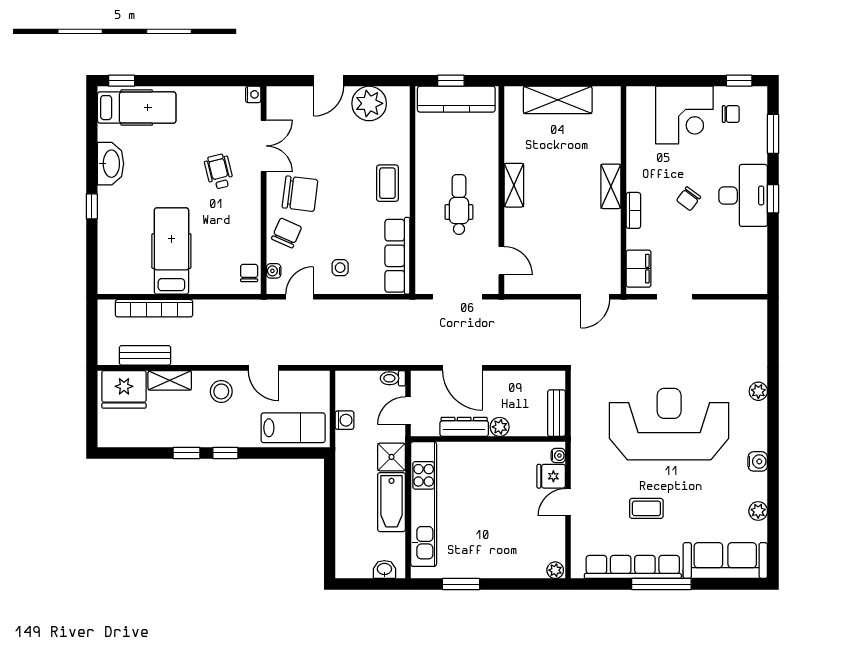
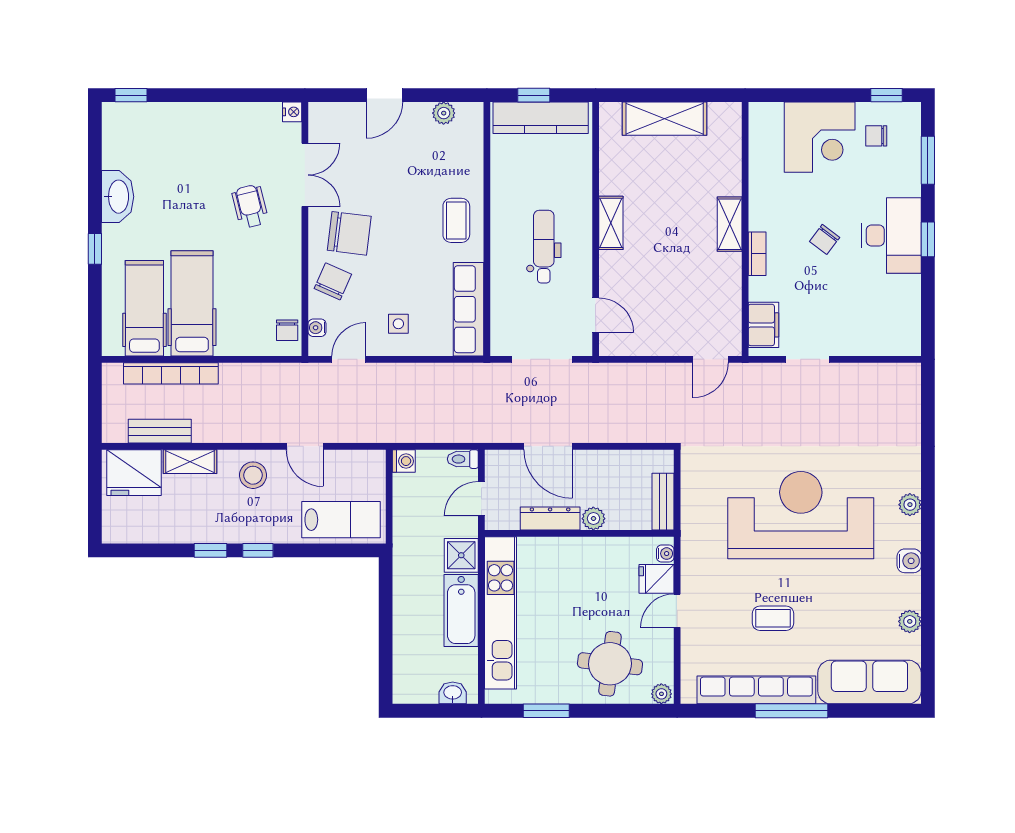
plant: (369, 103) -> (444, 113), width x0.53, depth x0.53
hospital bed: (137, 108) -> (144, 308), moved, turned -90
chair: (731, 114) -> (876, 136), turned 180
chair: (249, 273) -> (287, 330), turned 180
plant: (758, 391) -> (910, 505), moved
washing machine: (344, 420) -> (404, 461), moved
round table: (513, 546) -> (610, 664), added

